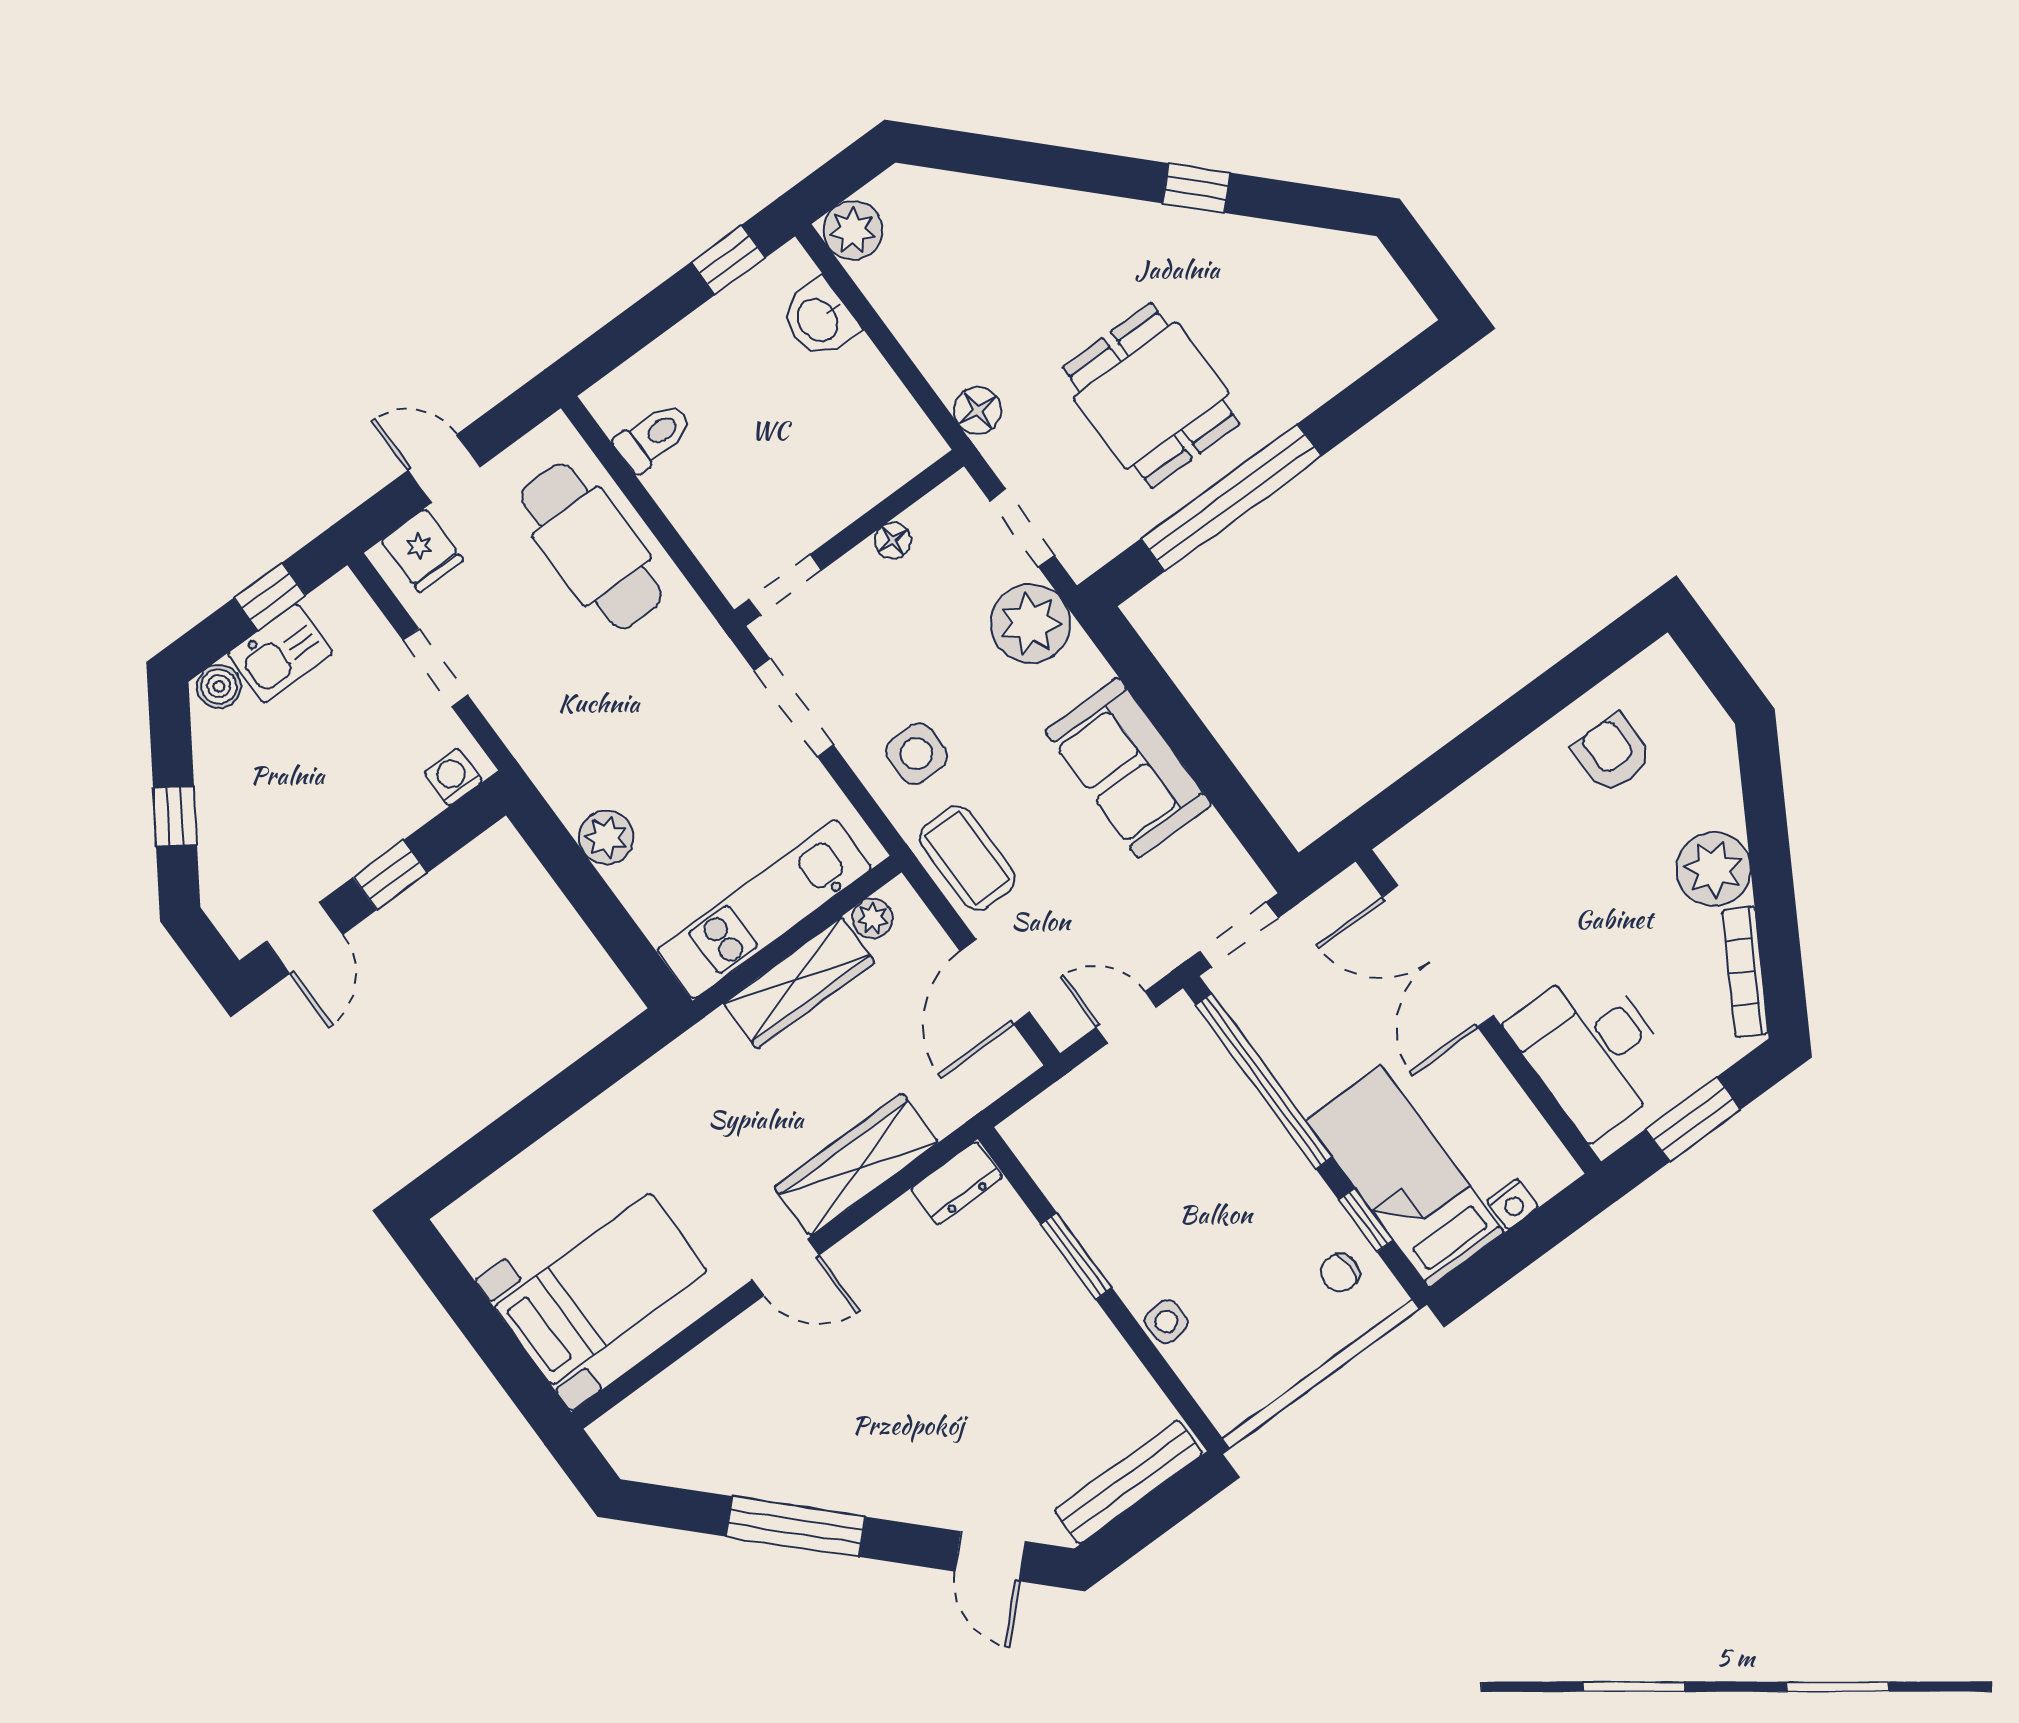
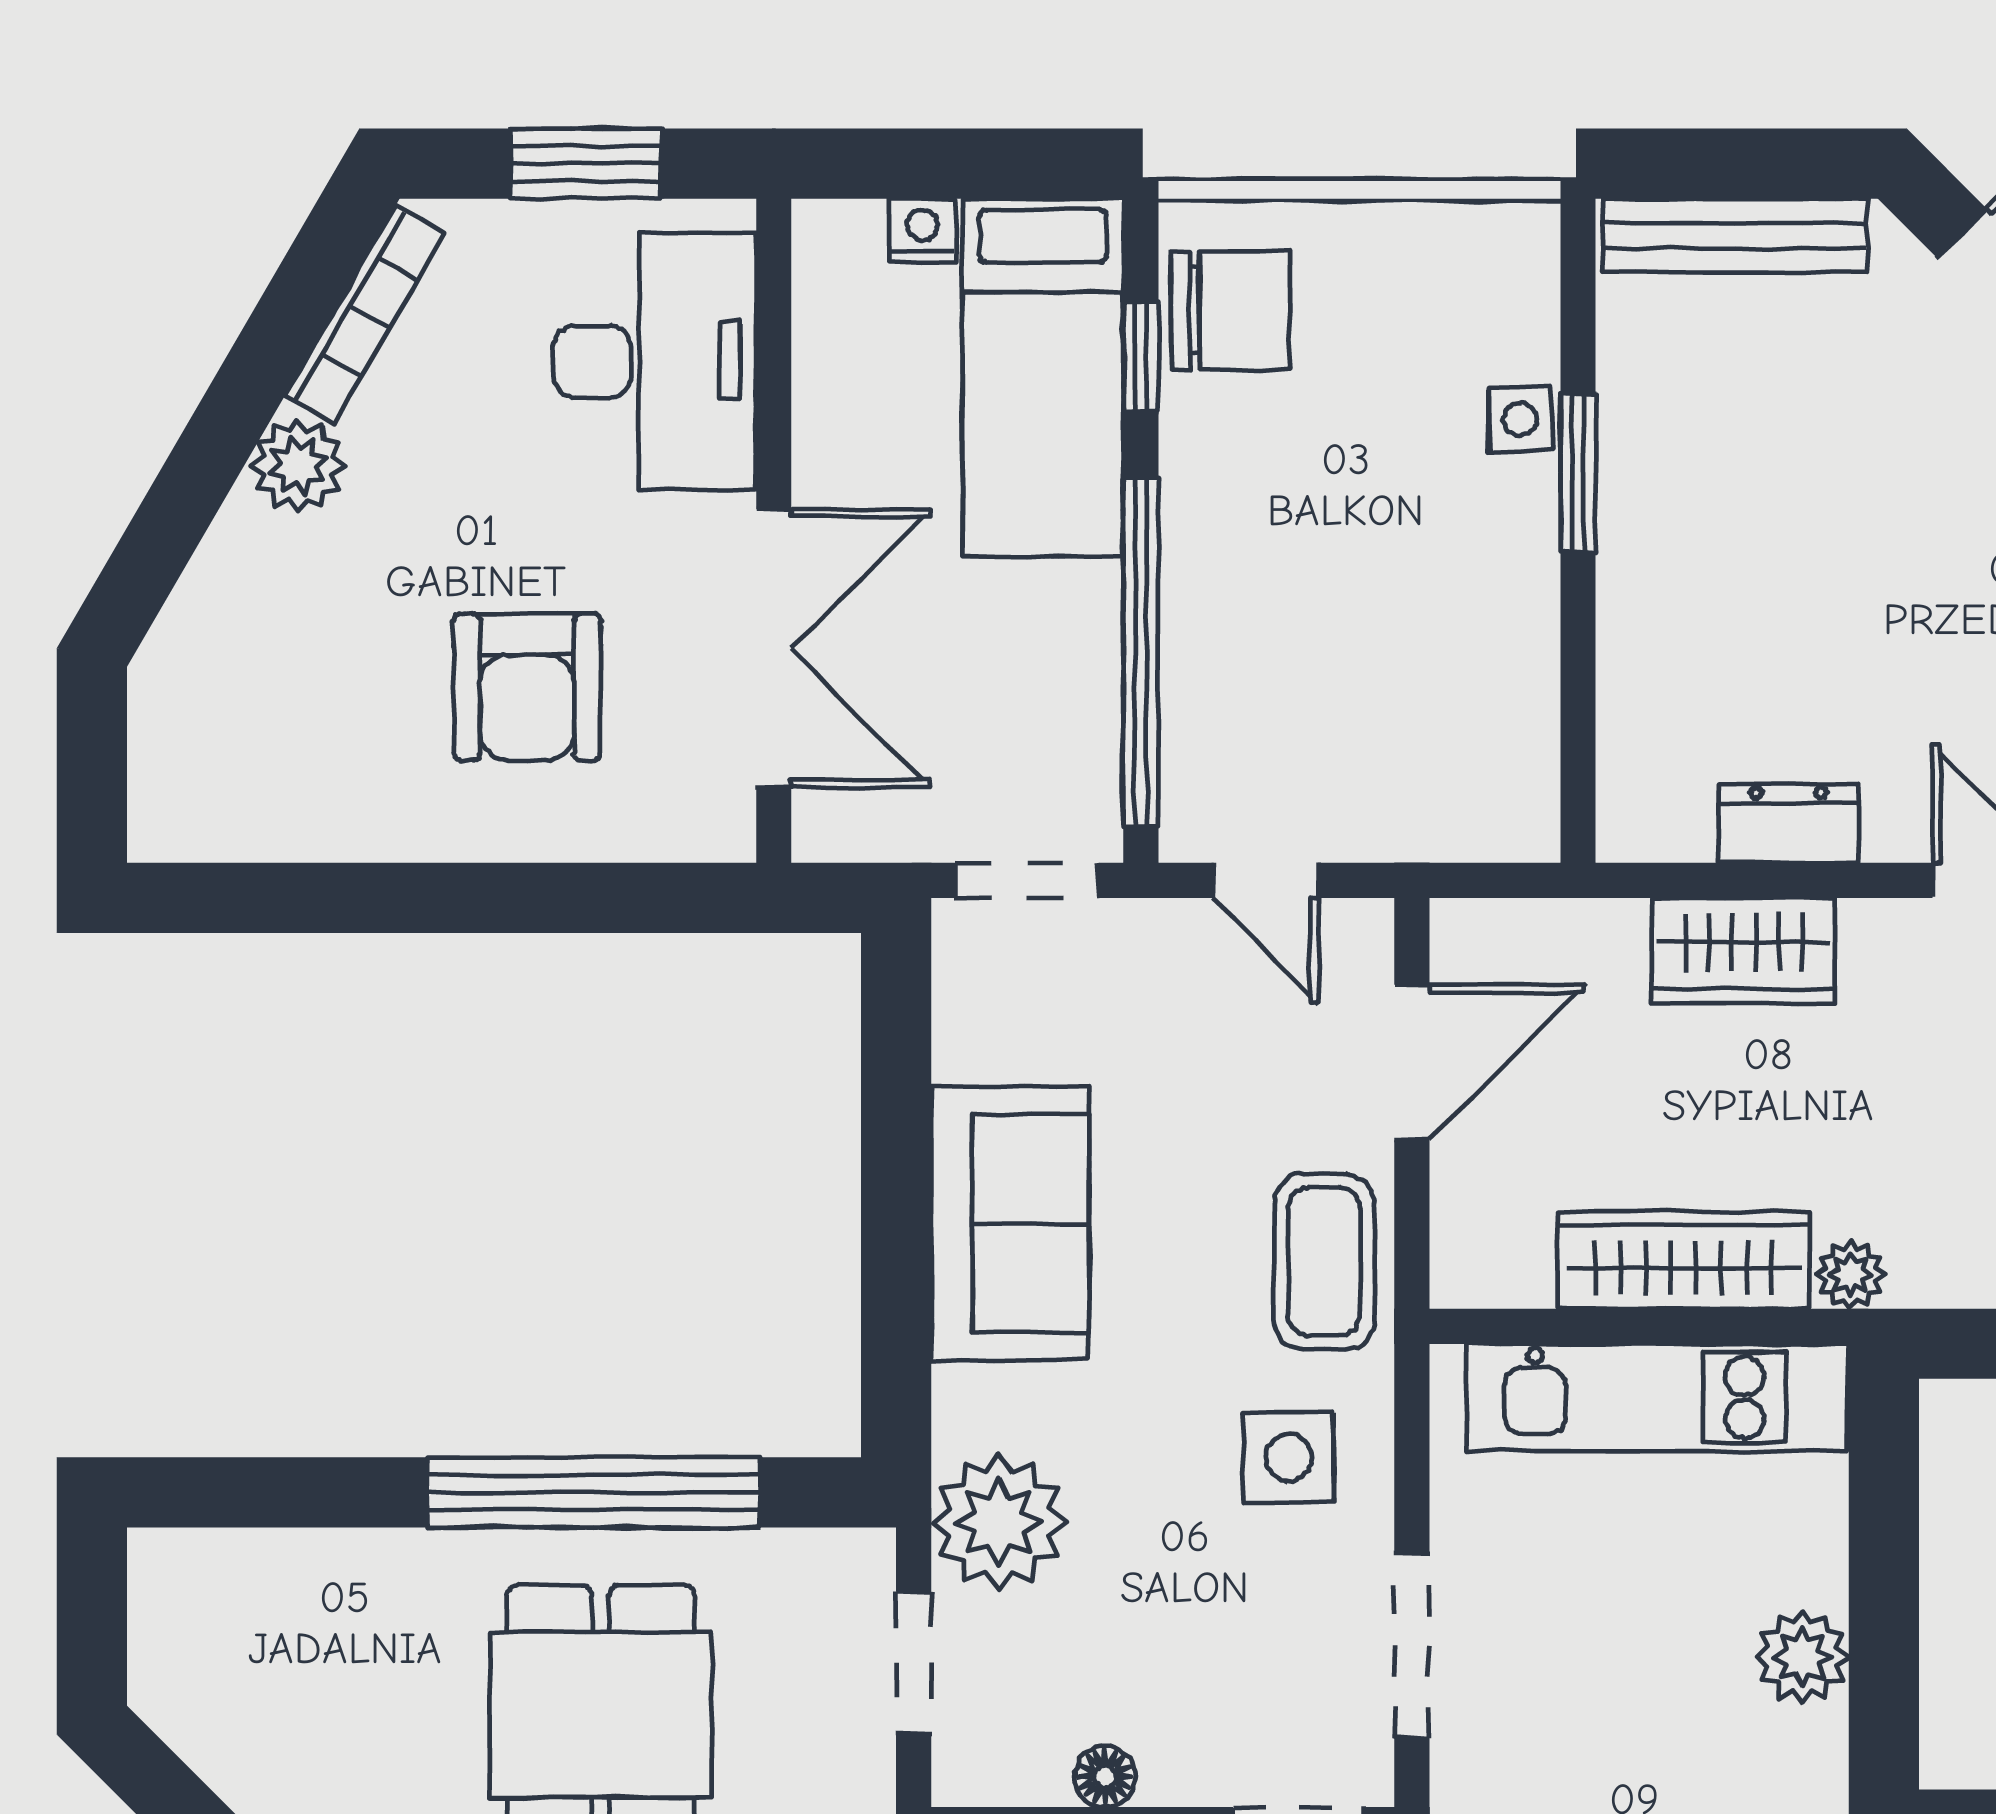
armchair: (1612, 753) -> (527, 687), moved, width x1.38, depth x1.38
plant: (1714, 869) -> (298, 466), width x0.73, depth x0.73
plant: (873, 918) -> (1850, 1275), moved
wardrobe: (856, 1165) -> (1744, 951), width x0.67
dresser: (957, 1183) -> (1789, 823), moved
window: (1076, 1256) -> (1578, 473), moved
chair: (1340, 1273) -> (1230, 310), width x1.87, depth x1.87

